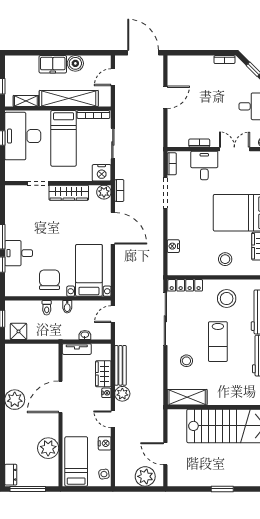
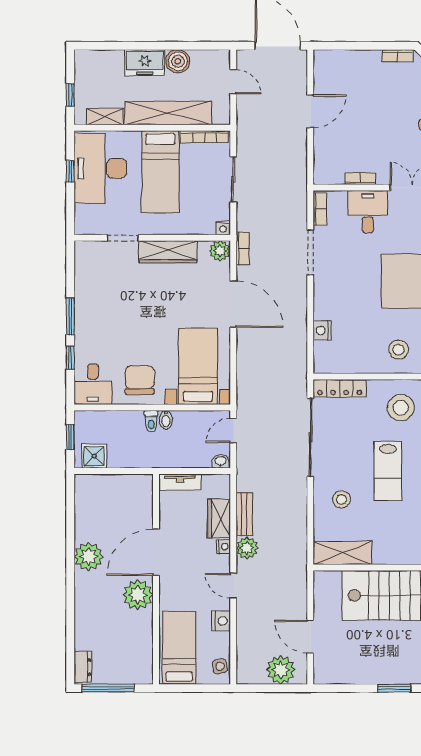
door: (113, 77) -> (233, 82), swing flipped
nightstand: (102, 173) -> (223, 228), width x0.53, depth x0.56
desk: (19, 253) -> (93, 384), moved, turned -90
toilet: (47, 308) -> (151, 421), moved
washbasin: (85, 335) -> (221, 461), moved
bench: (120, 365) -> (244, 514), width x0.73
plant: (48, 448) -> (138, 595), moved

